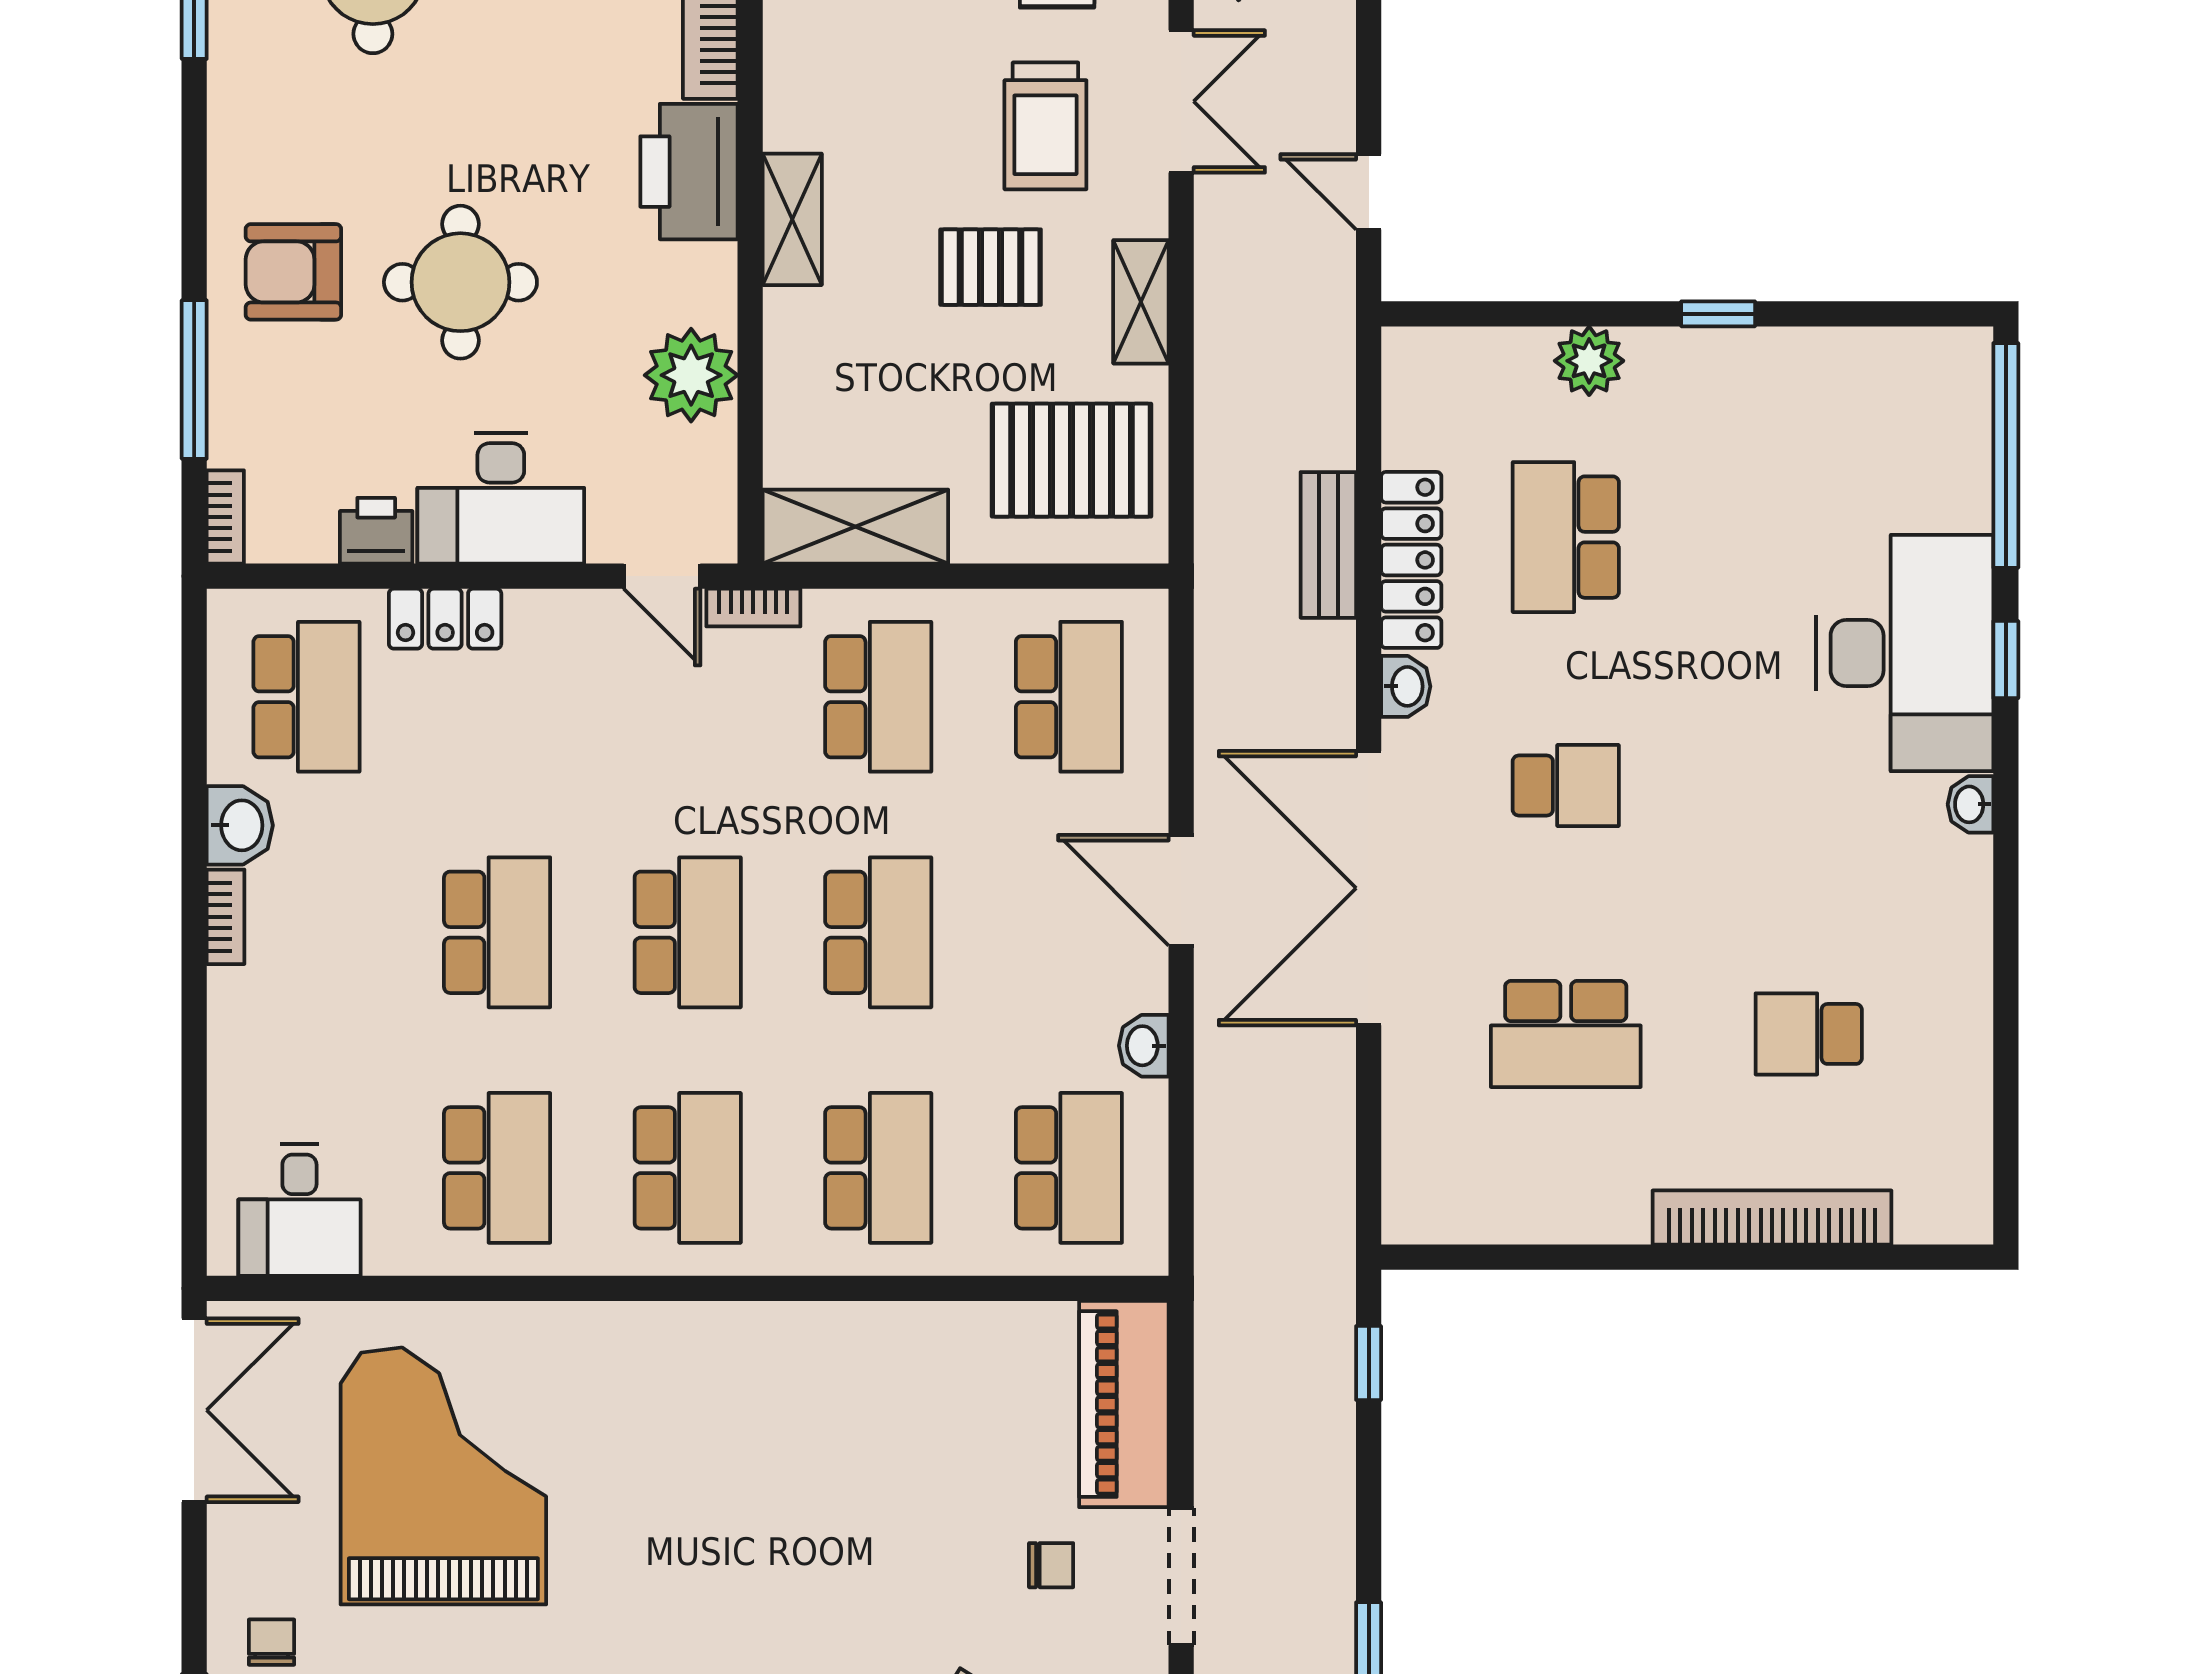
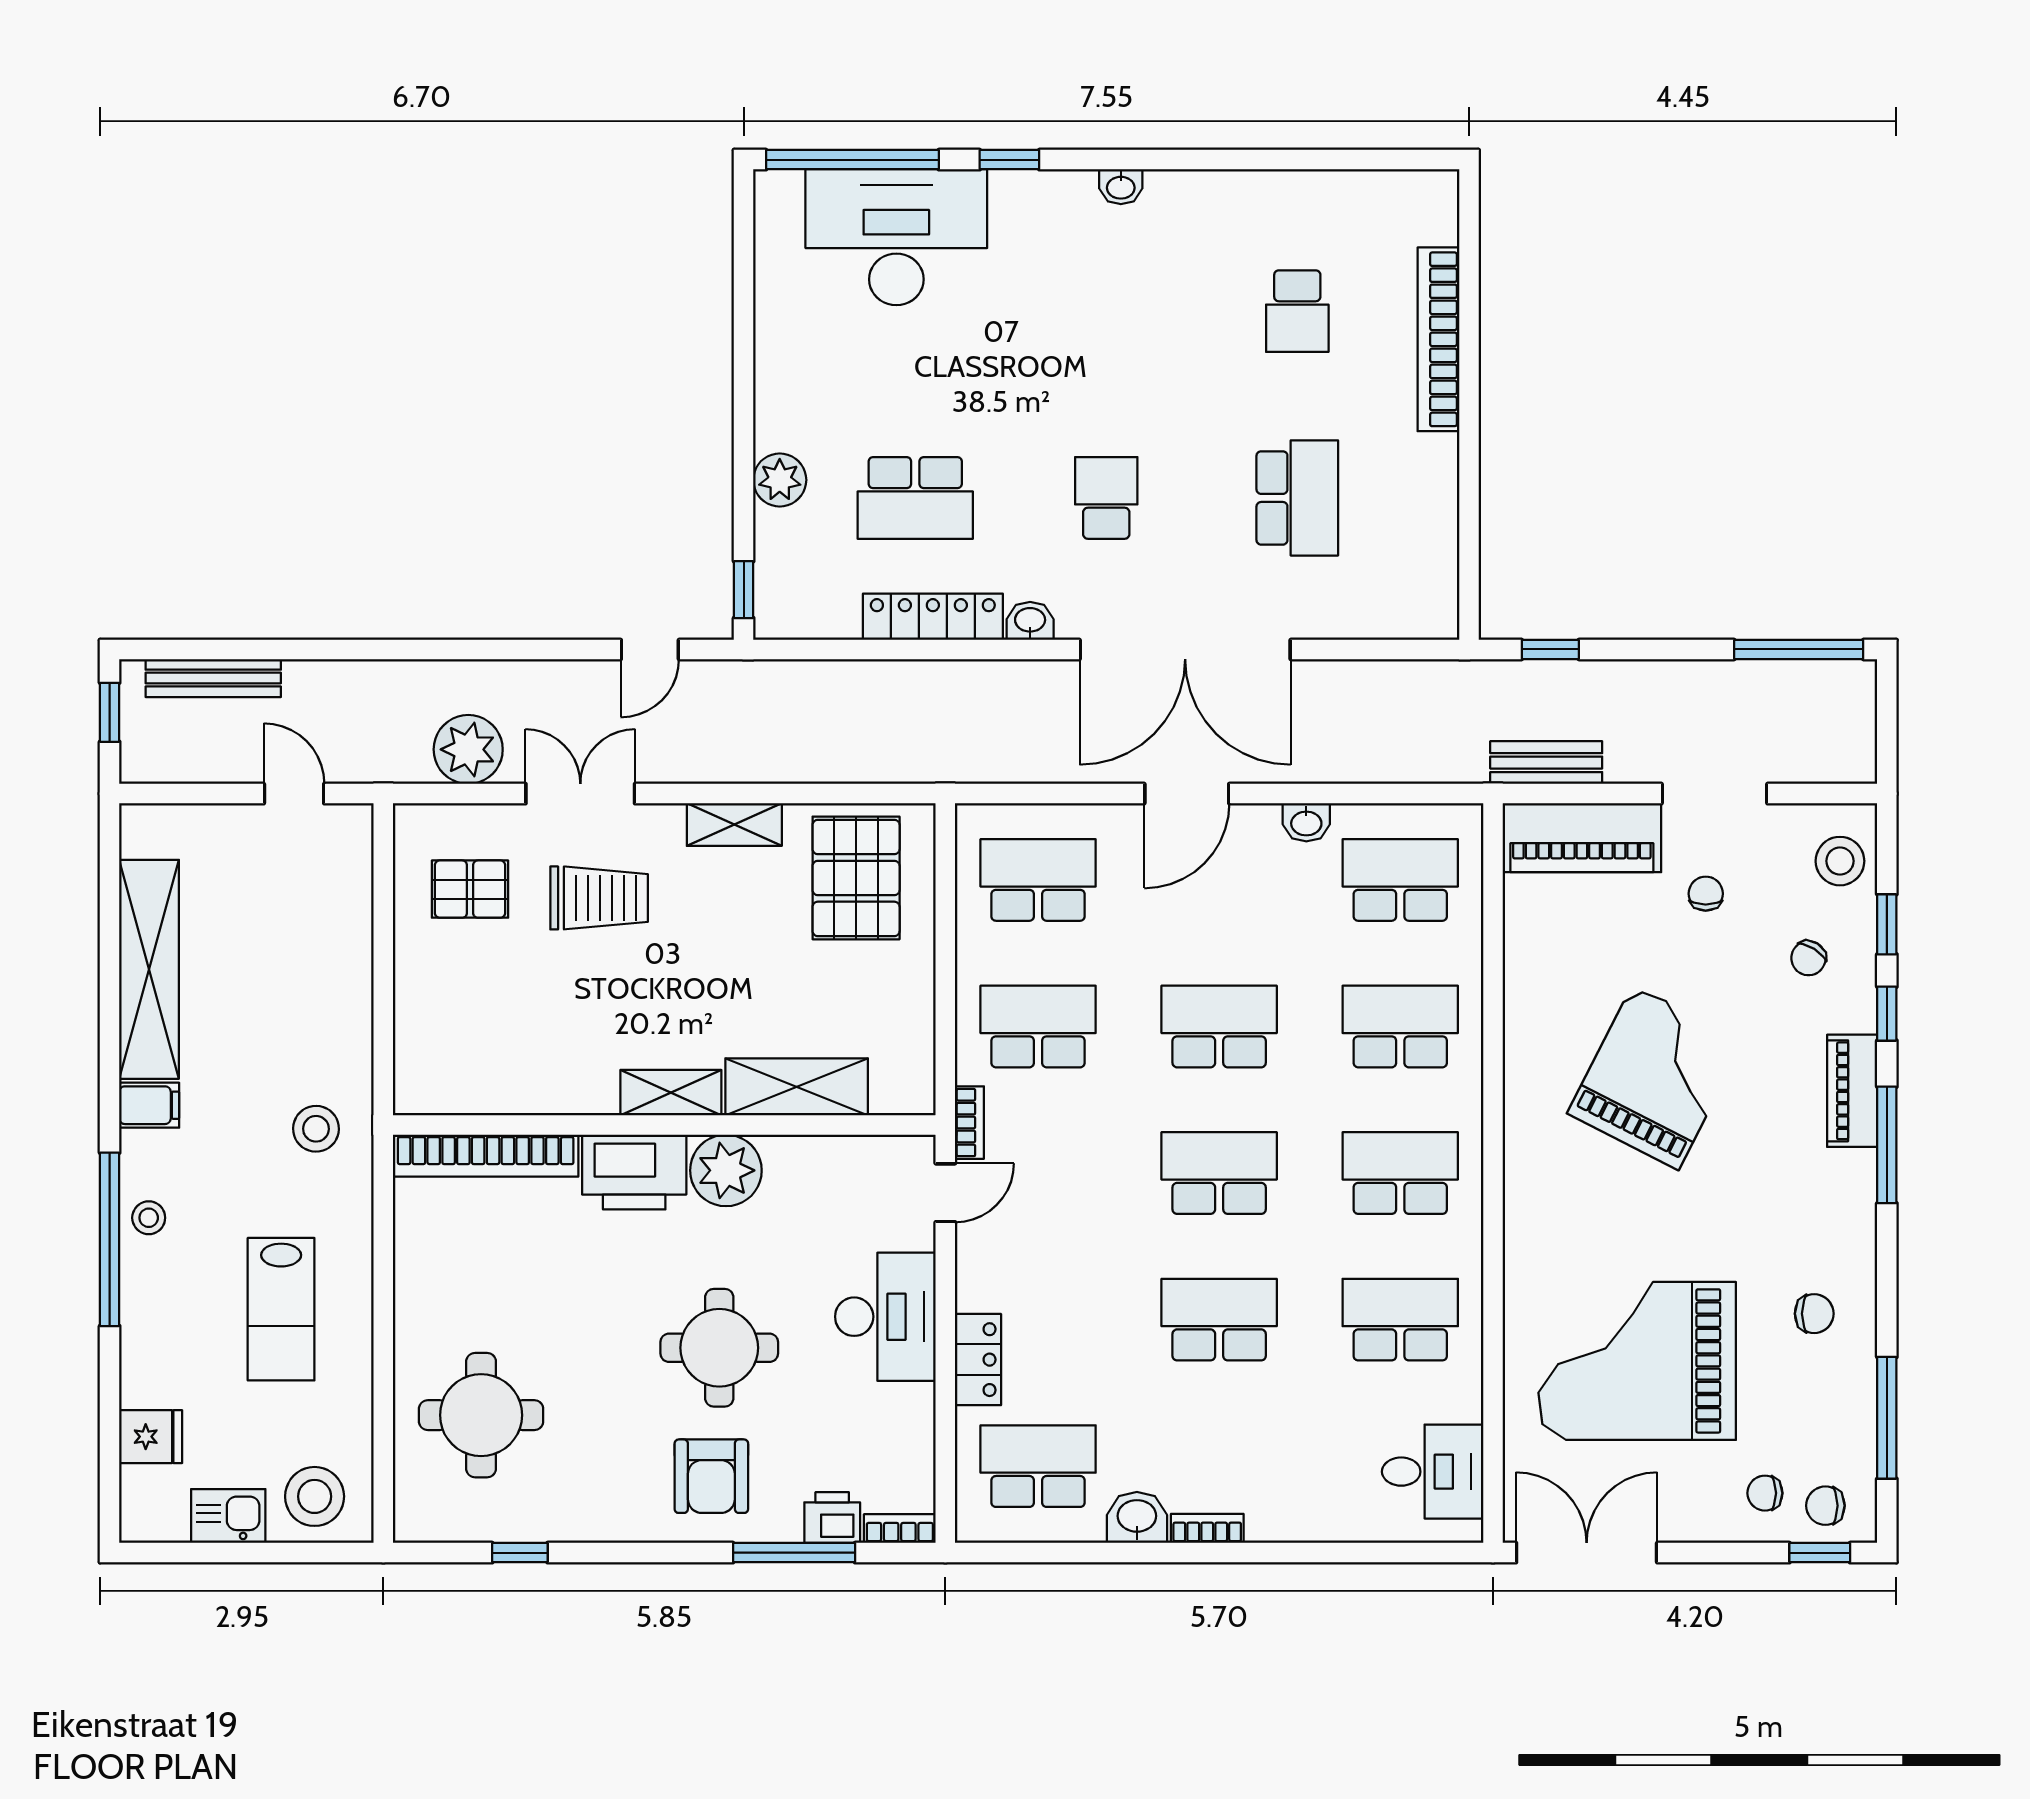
pallet: (991, 267) -> (708, 940), removed
window: (1718, 314) -> (744, 590), moved
plant: (691, 375) -> (726, 1170), moved
shelving: (855, 527) -> (797, 1087), moved, turned 90
printer: (376, 531) -> (832, 1518), moved, turned 90
bench: (1328, 545) -> (1546, 763), moved
desk: (1905, 653) -> (896, 237), moved
grand piano: (812, 1500) -> (1656, 1077), added

